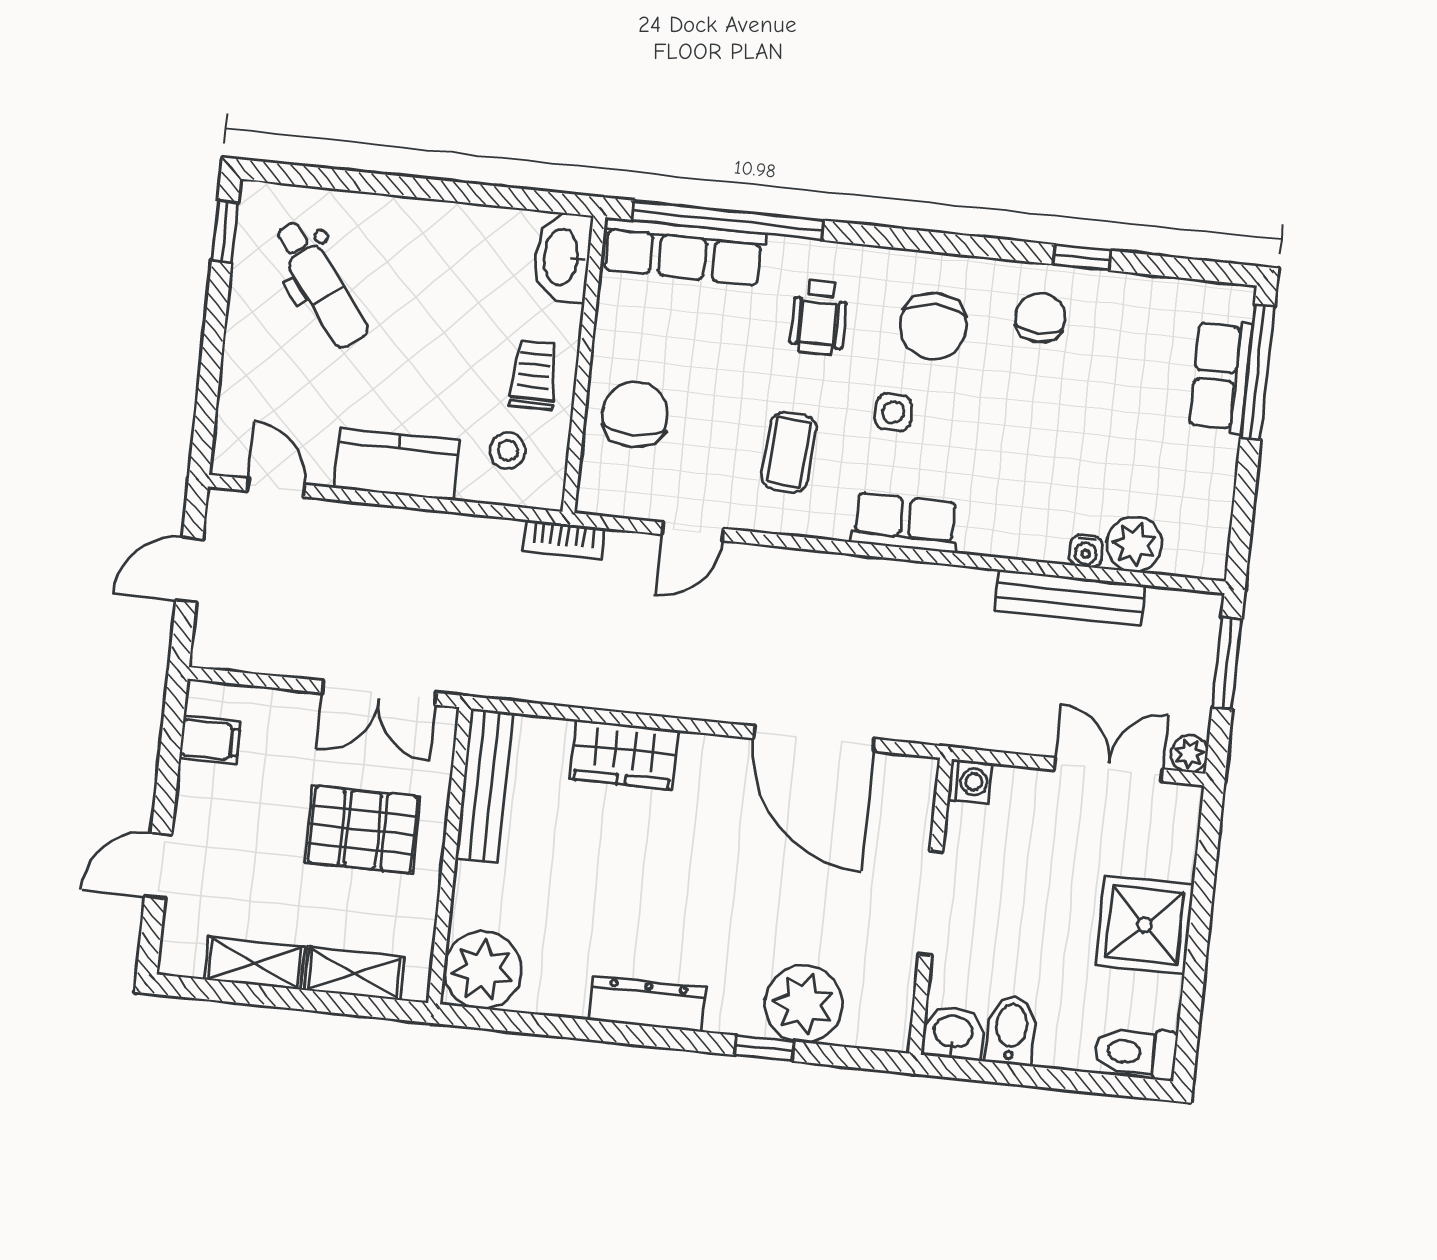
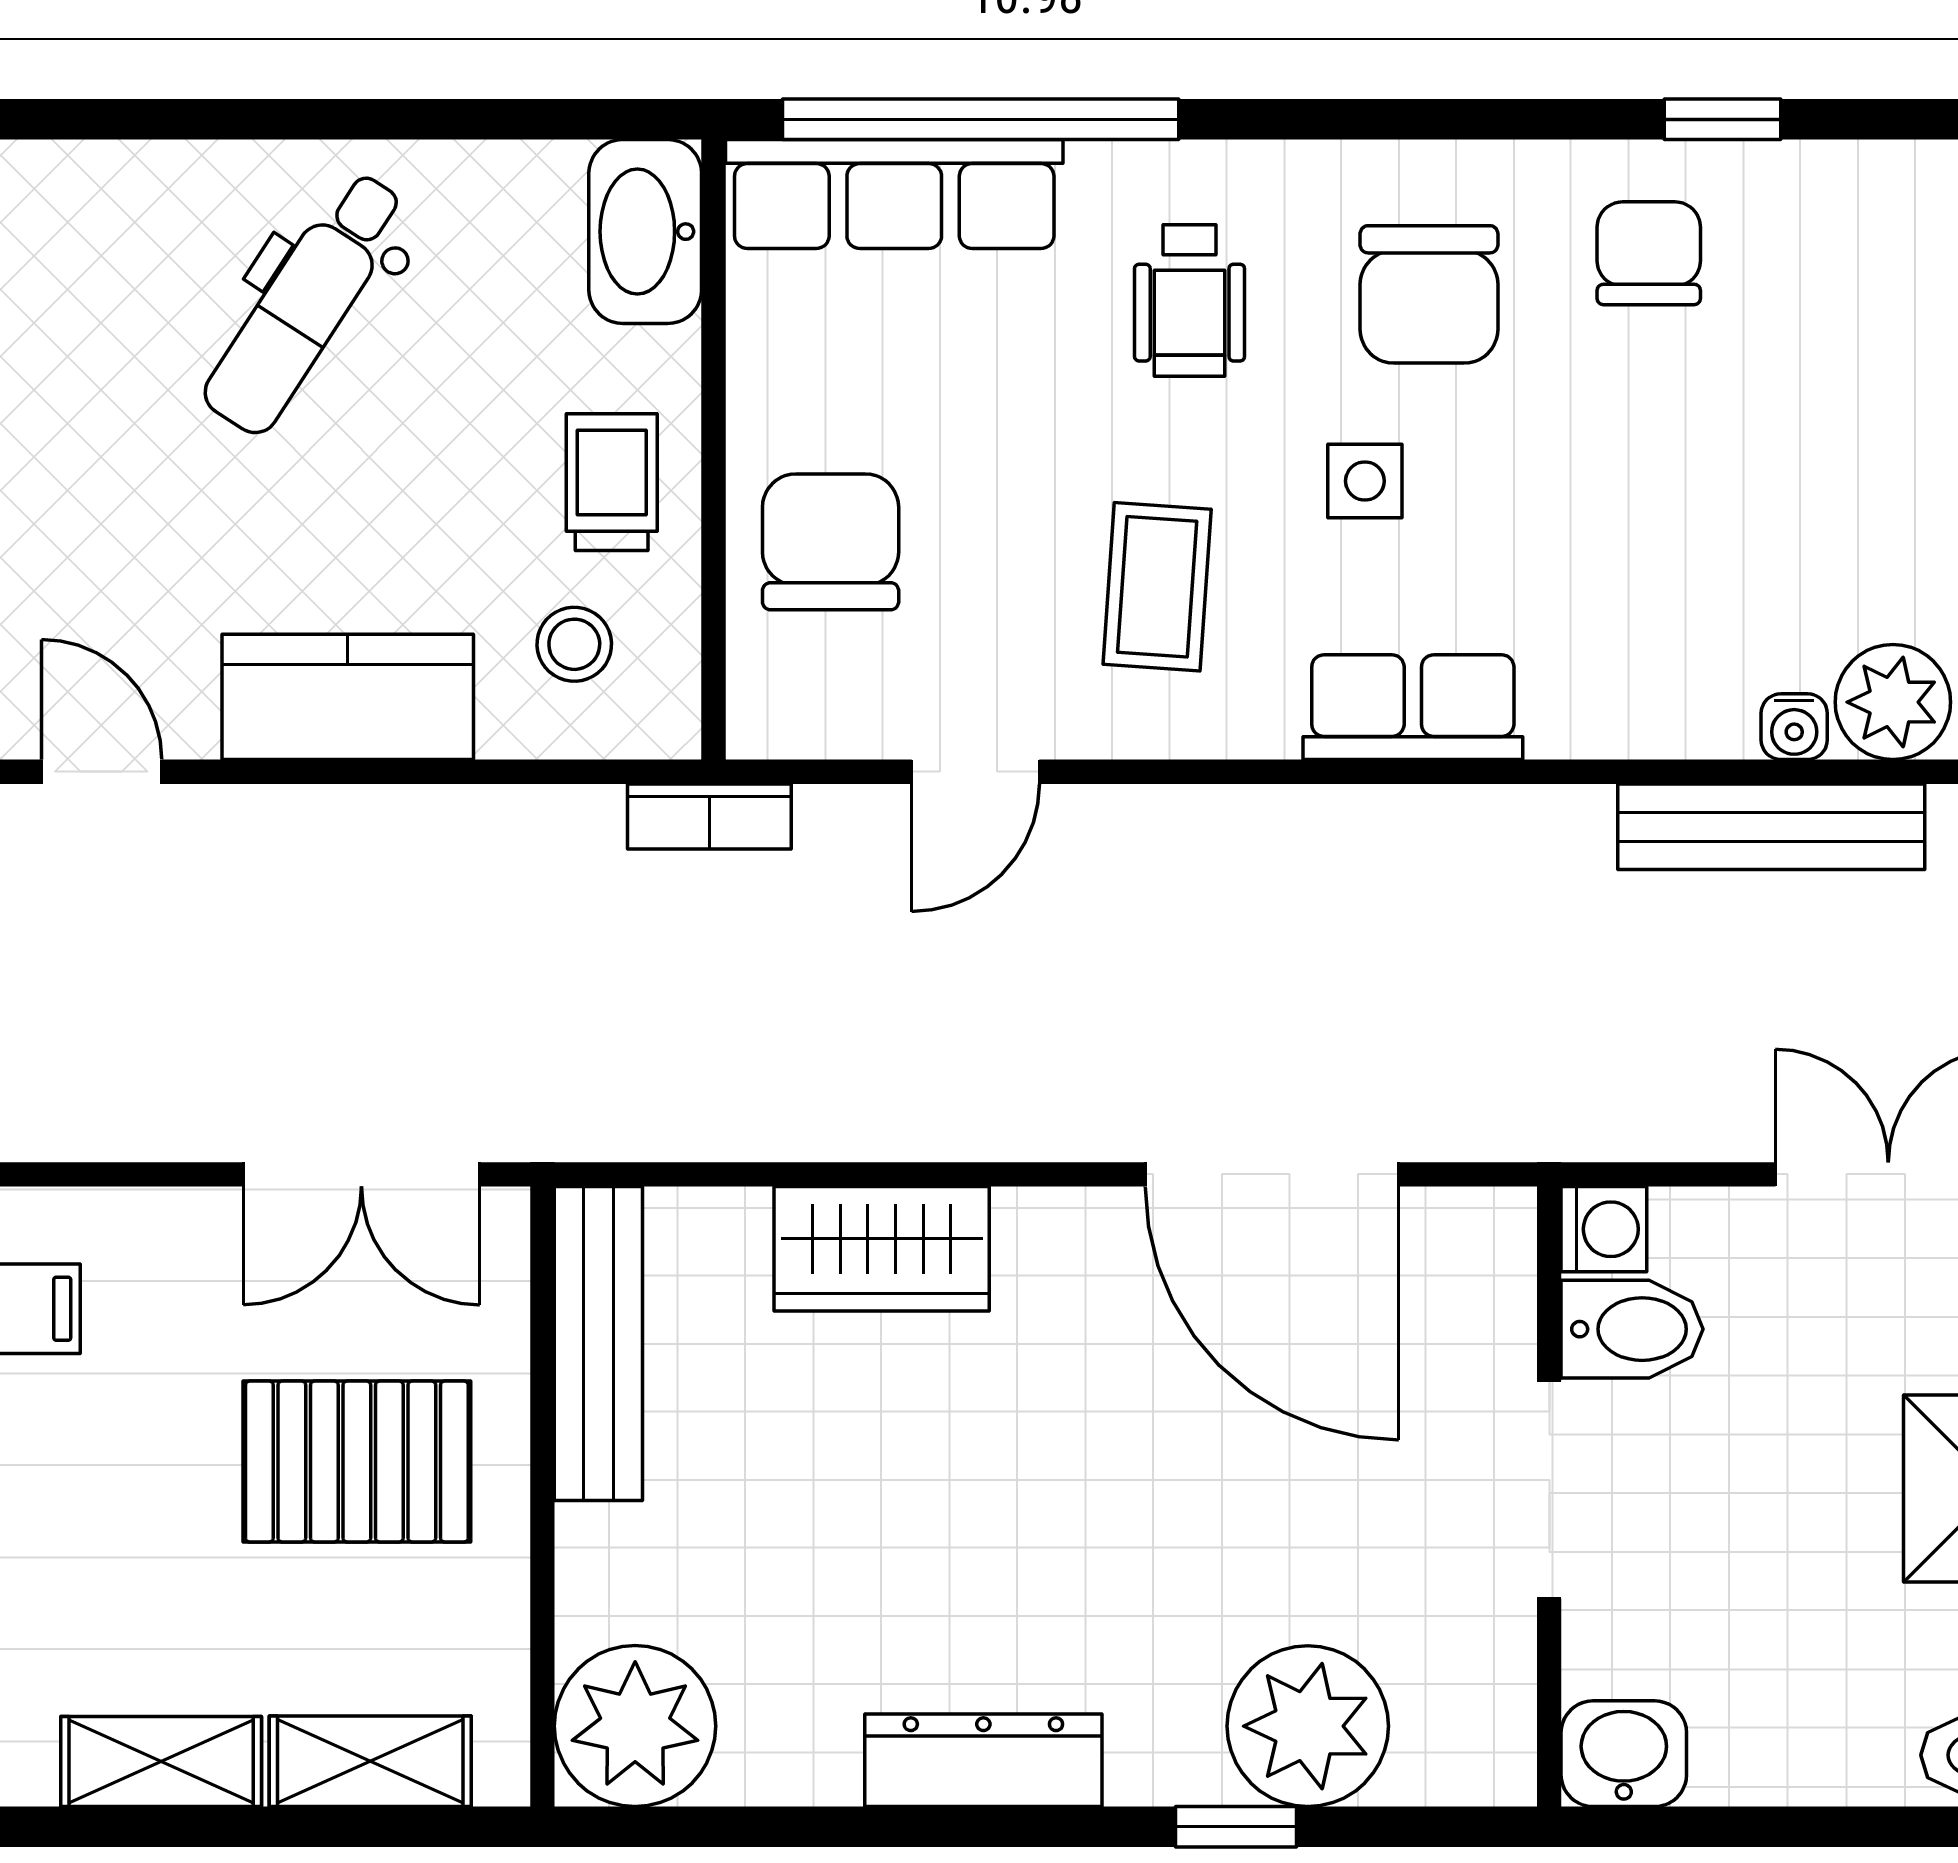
dental chair: (321, 284) -> (305, 303), moved, turned 70
bidet: (1011, 1030) -> (1632, 1329), moved, turned 90

